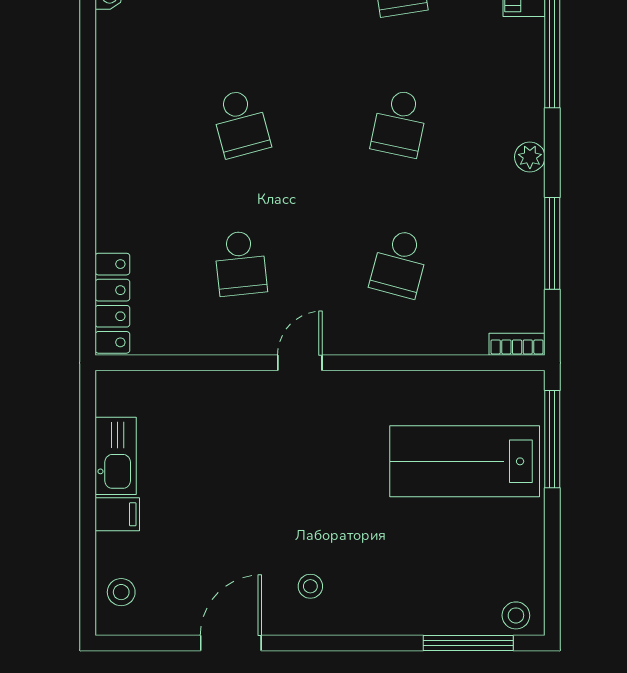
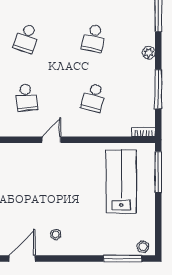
school desk: (241, 123) -> (26, 38), turned 33
lab bench: (465, 461) -> (121, 182), turned 90

